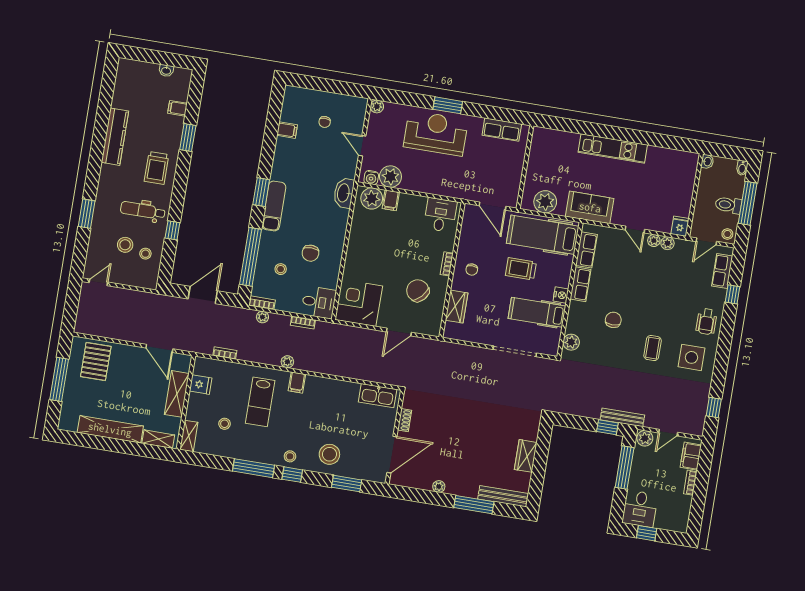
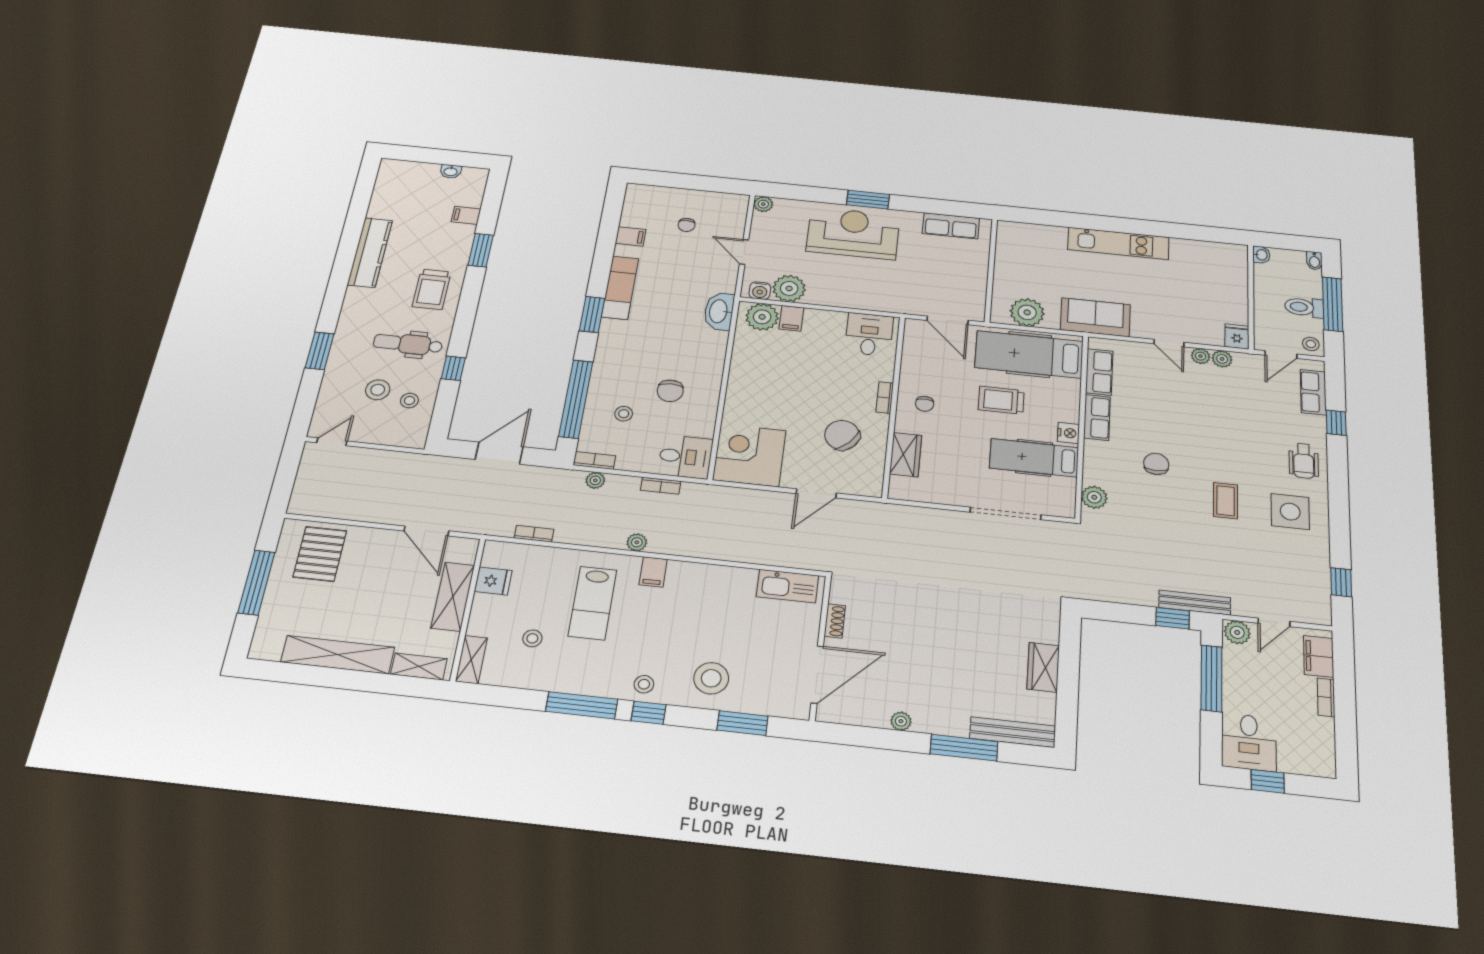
exam couch: (274, 206) -> (620, 288), moved

